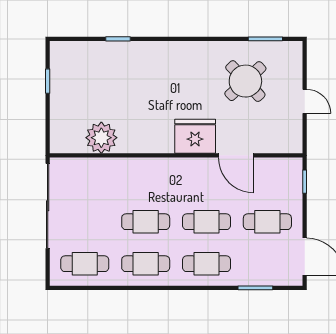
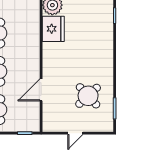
fridge: (195, 136) -> (53, 29), moved

